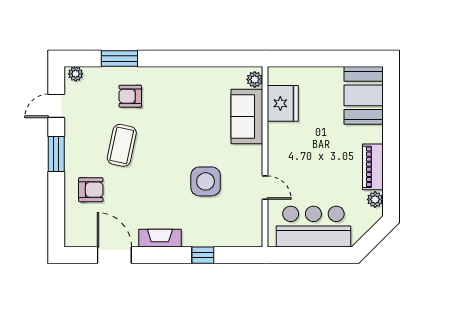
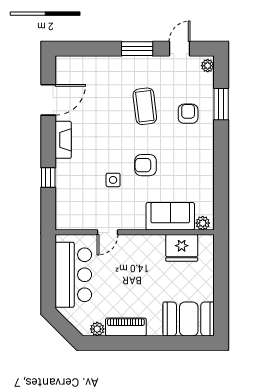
door: (56, 106) -> (179, 49), hinge flipped
coffee table: (122, 145) -> (145, 106), turned 71
side table: (206, 181) -> (113, 180), width x0.54, depth x0.54
armchair: (91, 190) -> (145, 165), moved, turned 90

